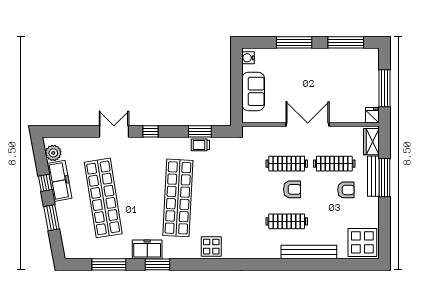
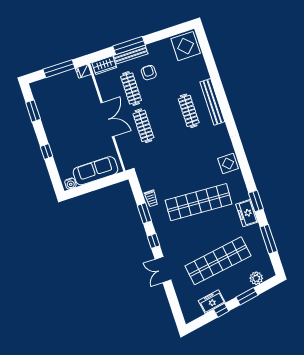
window: (294, 42) -> (46, 151), width x0.46
window: (346, 42) -> (33, 111), width x0.69
sofa: (253, 91) -> (95, 171), width x1.36
double door: (308, 125) -> (107, 120), swing flipped
window: (200, 131) -> (144, 213), moved
plant: (53, 153) -> (256, 278), moved
freezer: (59, 181) -> (212, 302), width x0.71
armchair: (292, 189) -> (162, 115), removed
bench: (309, 252) -> (212, 102), moved

